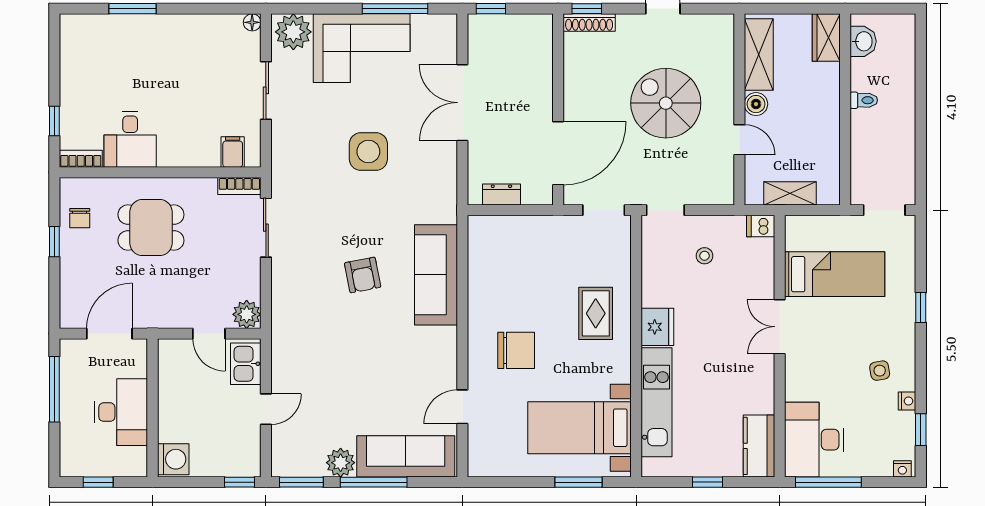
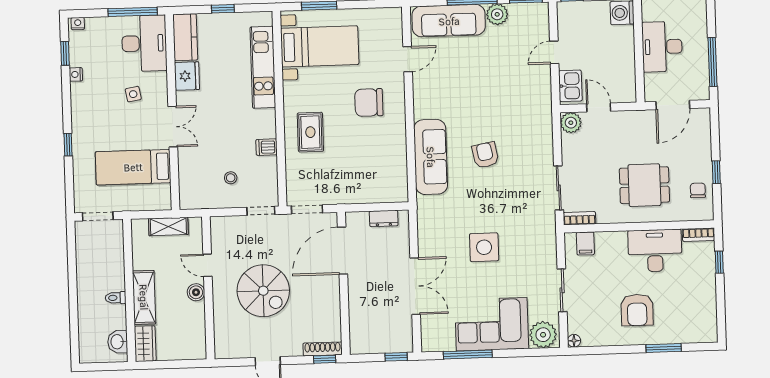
shelving: (759, 55) -> (144, 297), moved
armchair: (166, 61) -> (637, 310), added
desk: (130, 139) -> (655, 251), width x1.37
dishwasher: (761, 226) -> (267, 147), moved, turned 180
fridge: (657, 327) -> (187, 76), moved, turned 180
side table: (880, 371) -> (133, 94), moved

